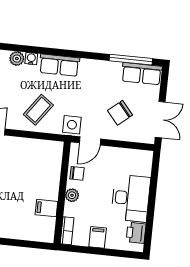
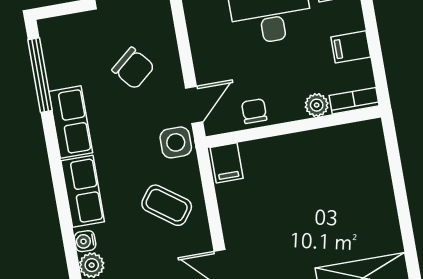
row of seats: (142, 74) -> (71, 122), moved
door: (90, 141) -> (194, 105), hinge flipped
plant: (72, 195) -> (317, 105), moved
filing cabinet: (46, 208) -> (227, 163), moved

